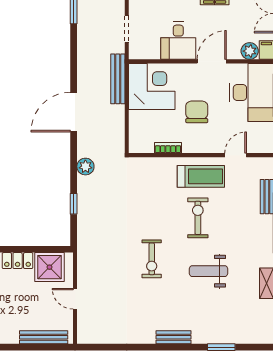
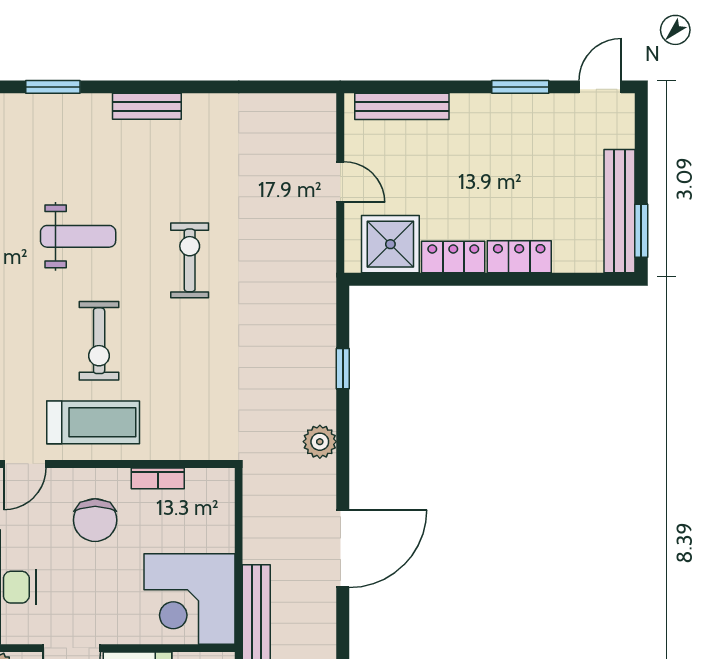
chair: (197, 112) -> (95, 520), moved
treadmill: (201, 176) -> (93, 422), turned 180

